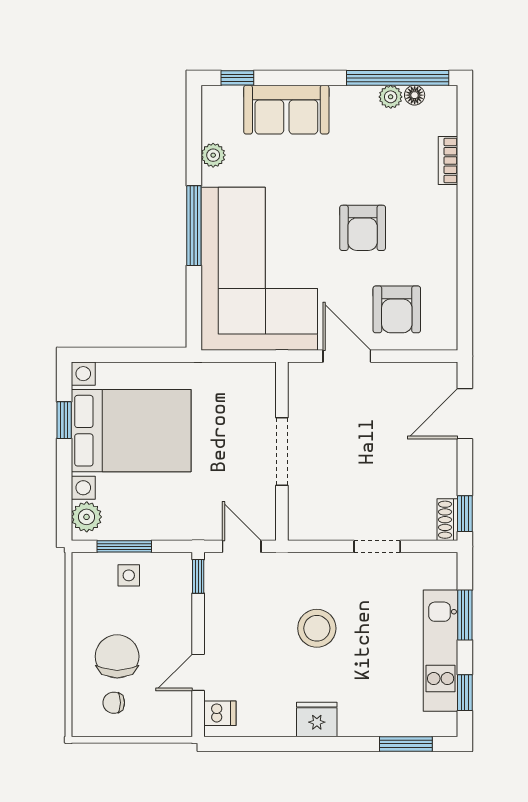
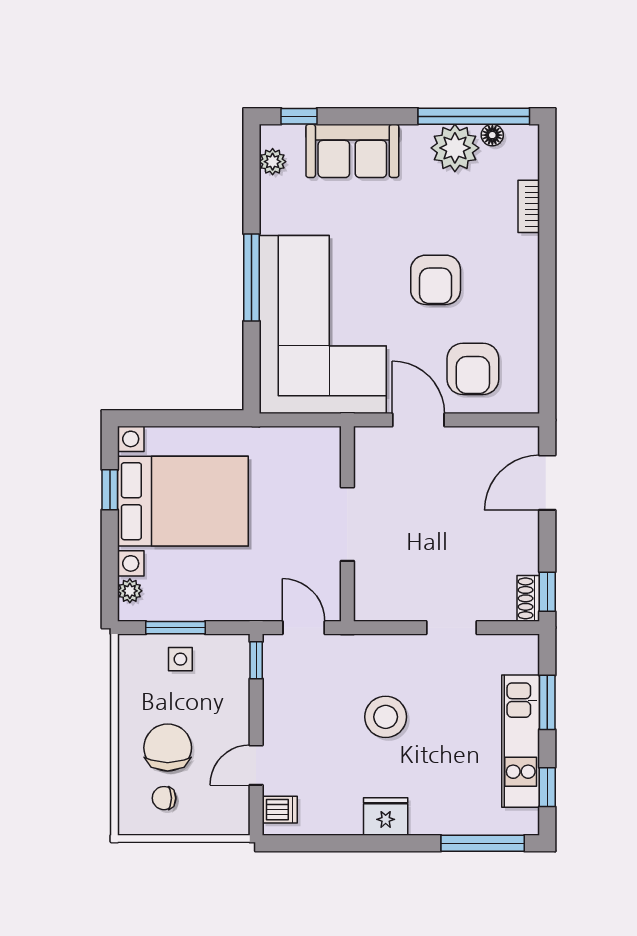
plant: (391, 97) -> (455, 148), width x1.88, depth x1.88
plant: (213, 155) -> (273, 162), moved
plant: (87, 517) -> (130, 591), width x0.73, depth x0.73
window: (406, 744) -> (483, 843), width x1.44

